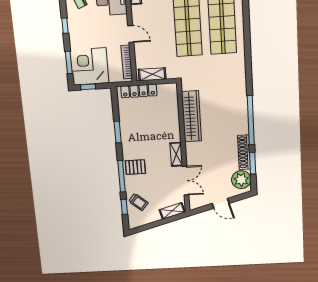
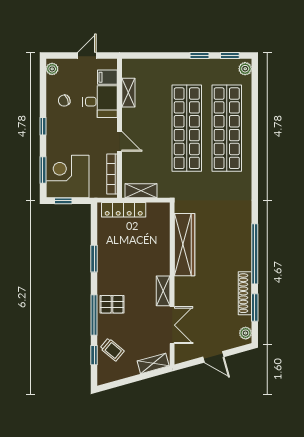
plant: (241, 180) -> (246, 333), width x0.53, depth x0.53

